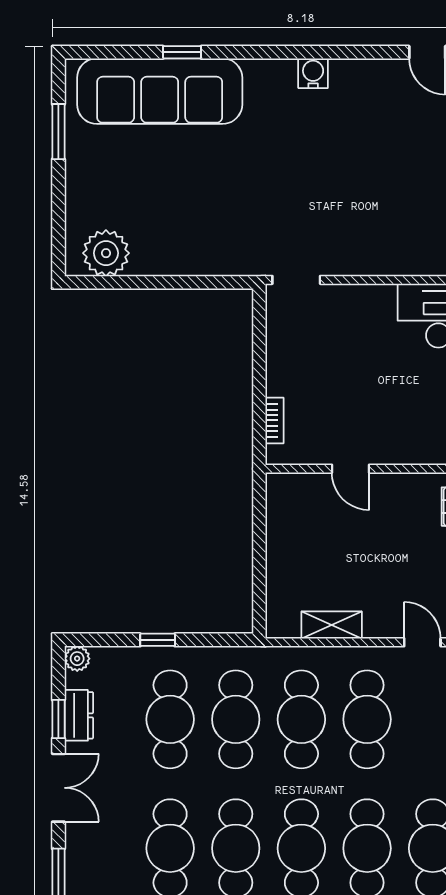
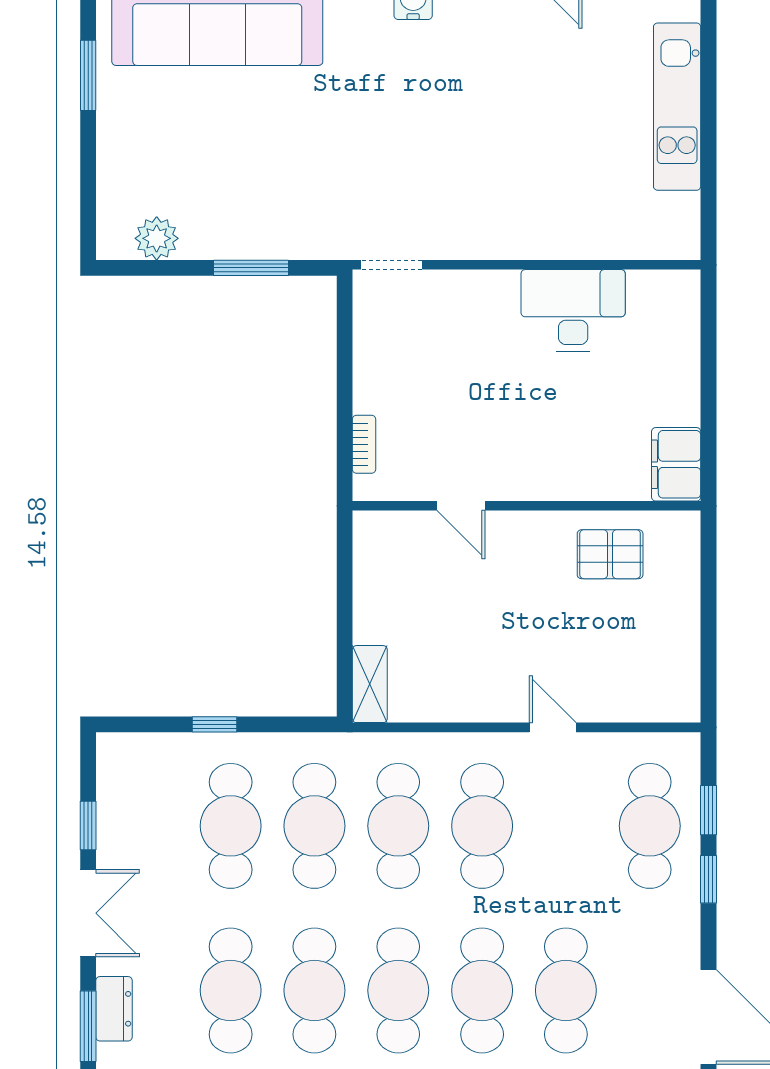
plant: (106, 253) -> (157, 238), width x0.73, depth x0.73
window: (186, 282) -> (251, 268), added
shelving: (332, 625) -> (370, 684), moved, turned 90
plant: (77, 659) -> (112, 748), removed
dresser: (79, 715) -> (114, 1009), moved

